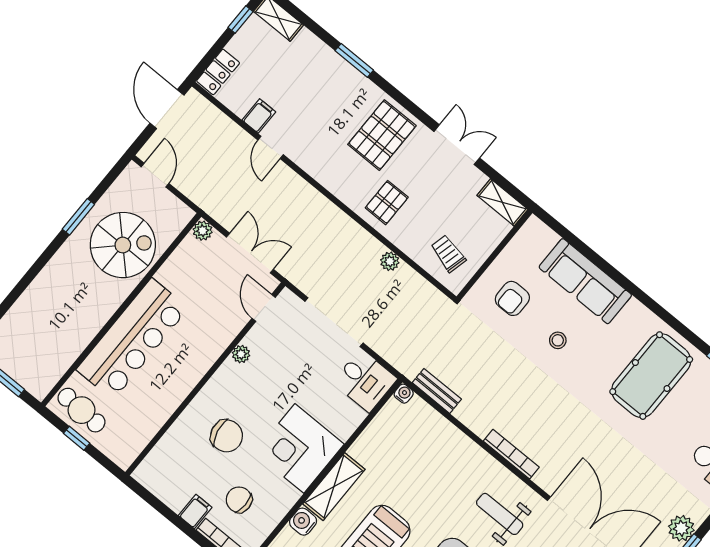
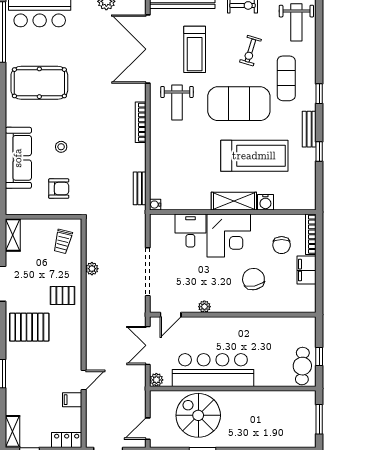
bar counter: (132, 339) -> (213, 370), moved
desk: (365, 381) -> (190, 230), moved
filing cabinet: (195, 511) -> (307, 270), width x2.00

